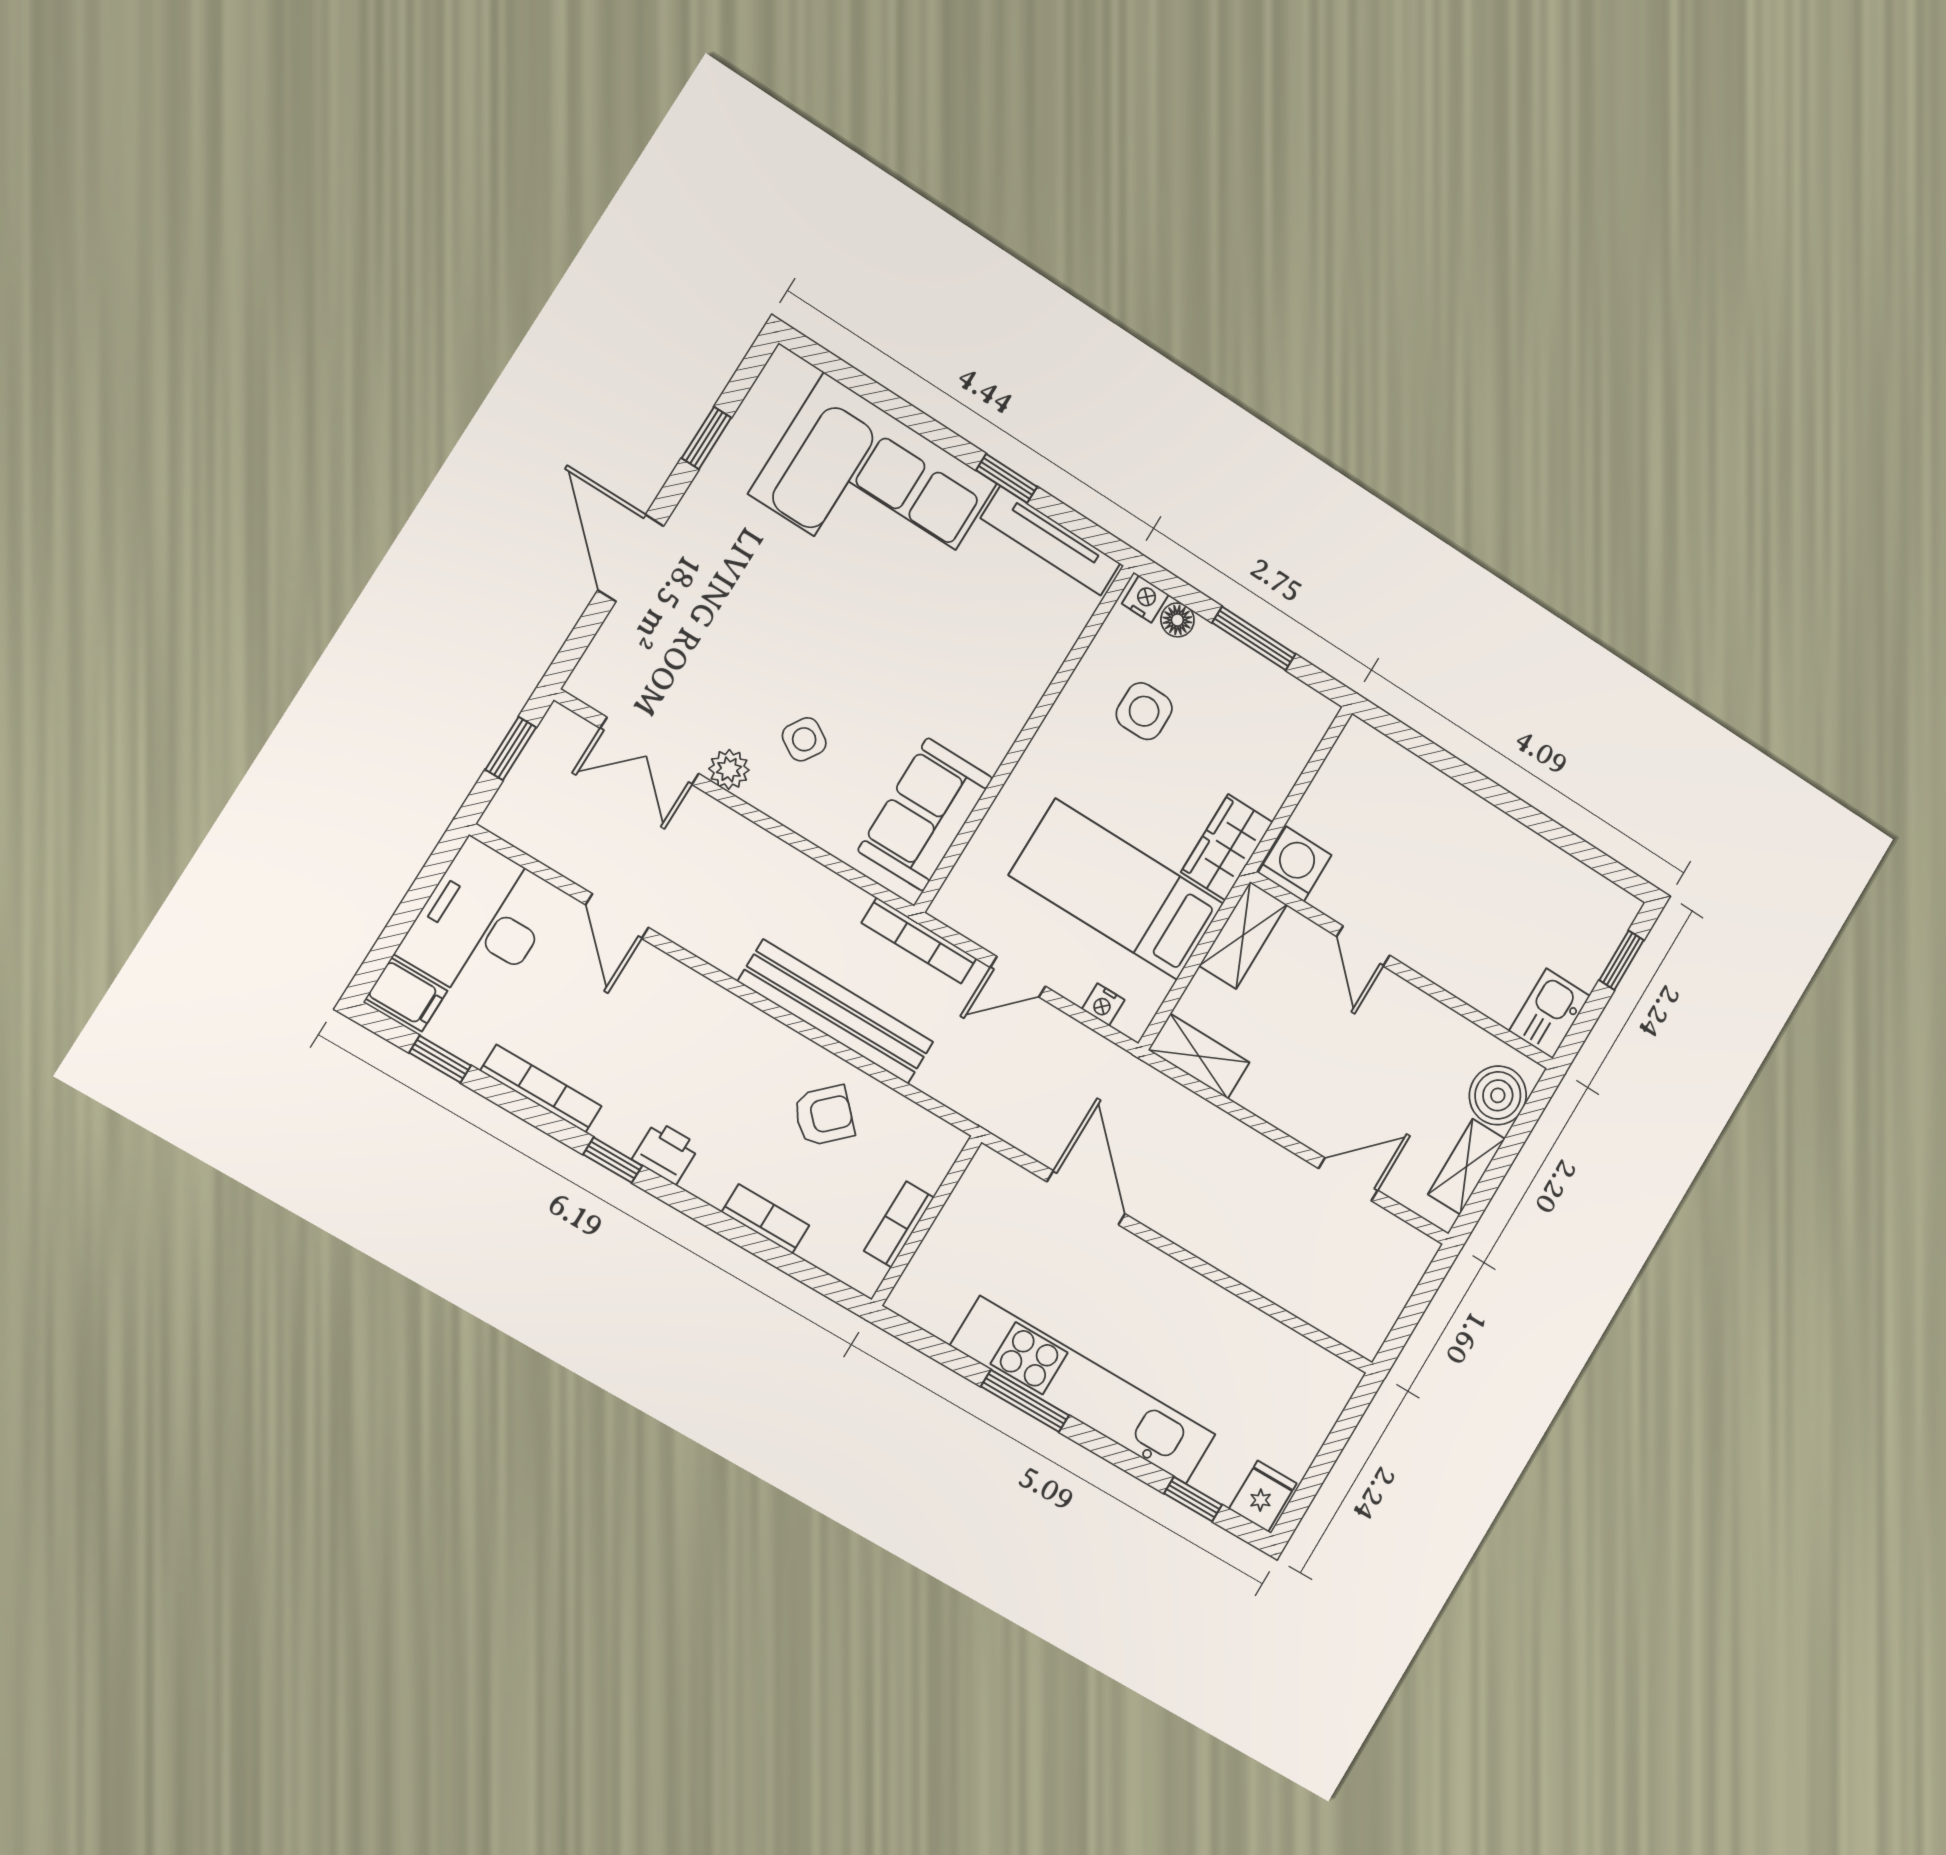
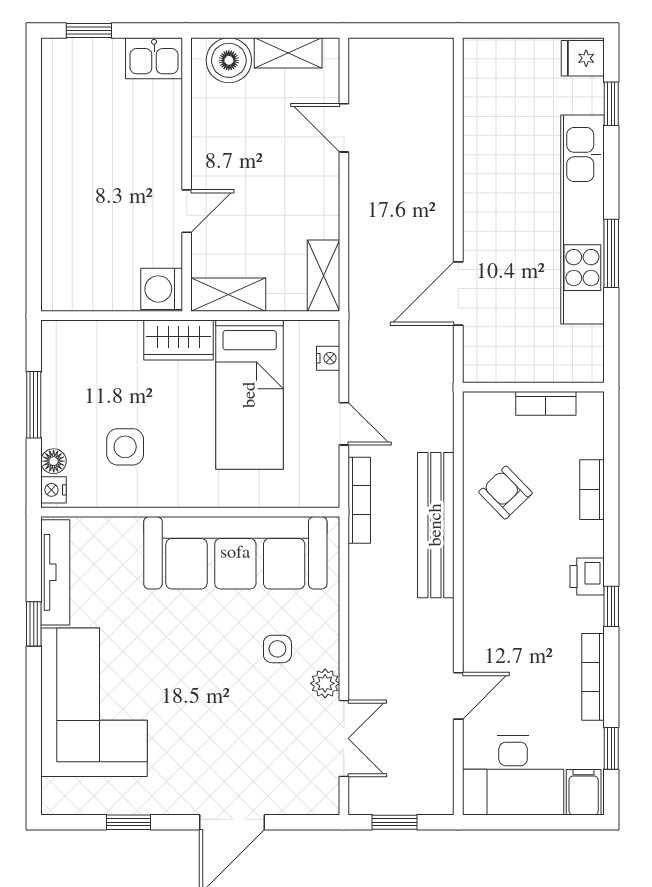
side table: (804, 739) -> (277, 649), turned -32
sofa: (925, 814) -> (235, 553), width x1.85, depth x1.27

